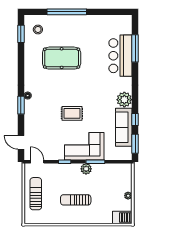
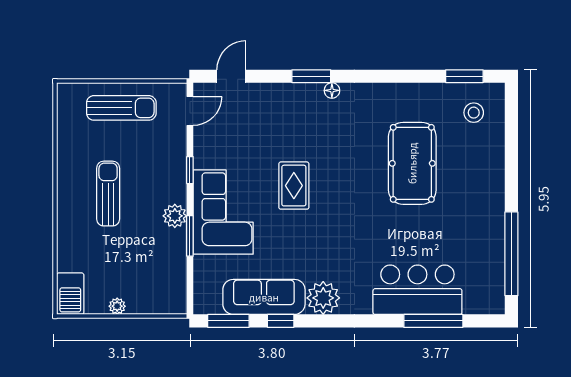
window: (67, 12) -> (511, 254), moved

